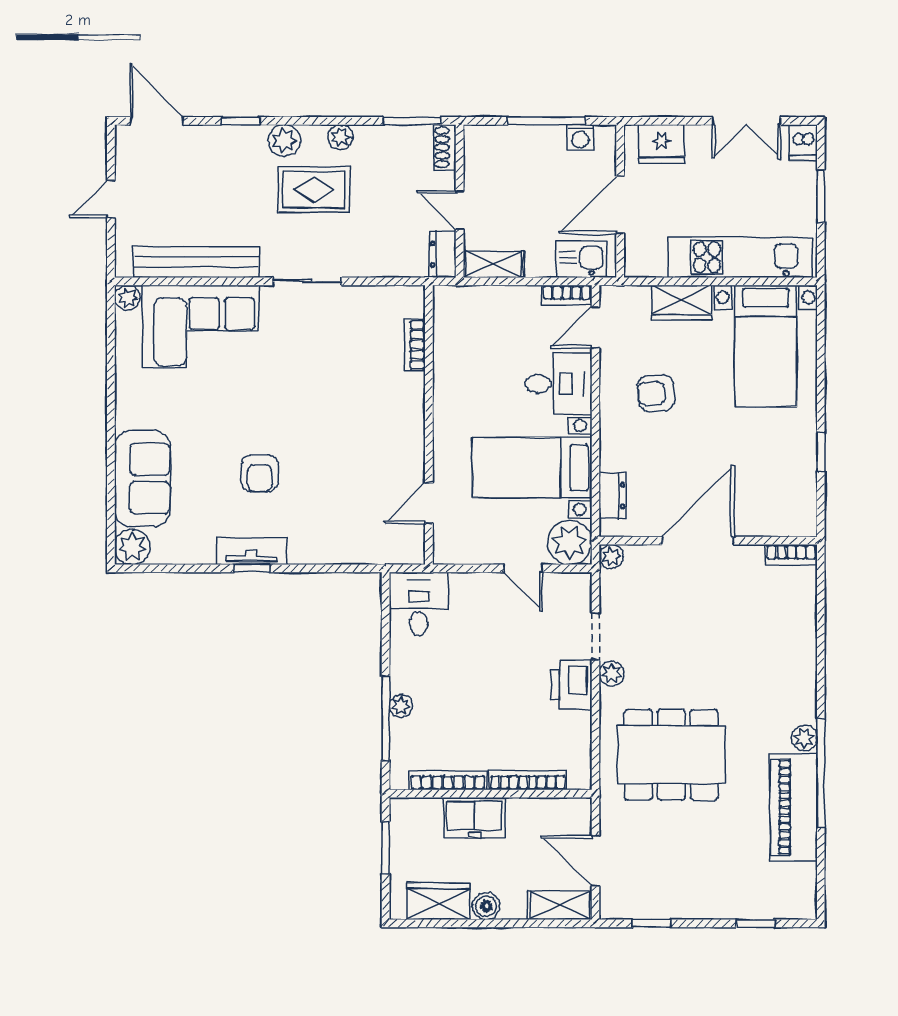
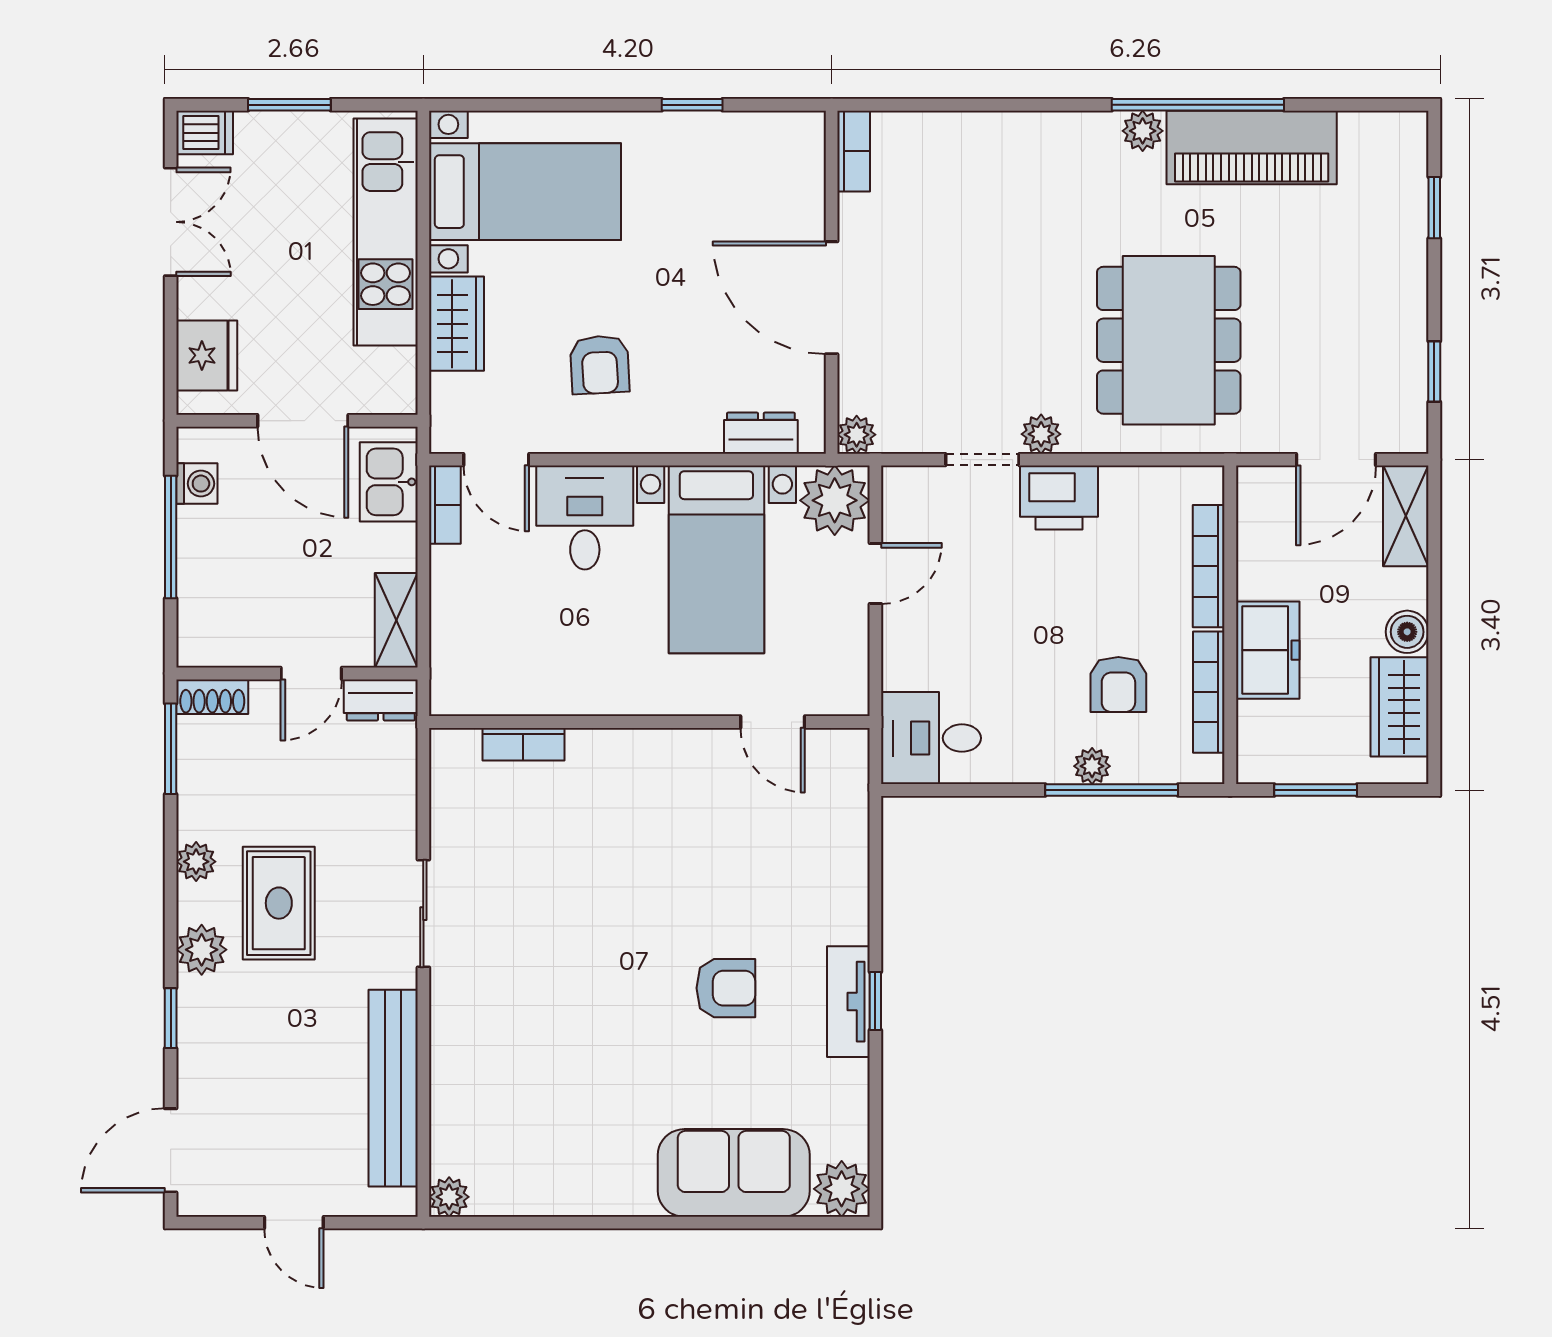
corner sofa: (200, 326) -> (494, 1082), removed
armchair: (453, 723) -> (1118, 685), added

